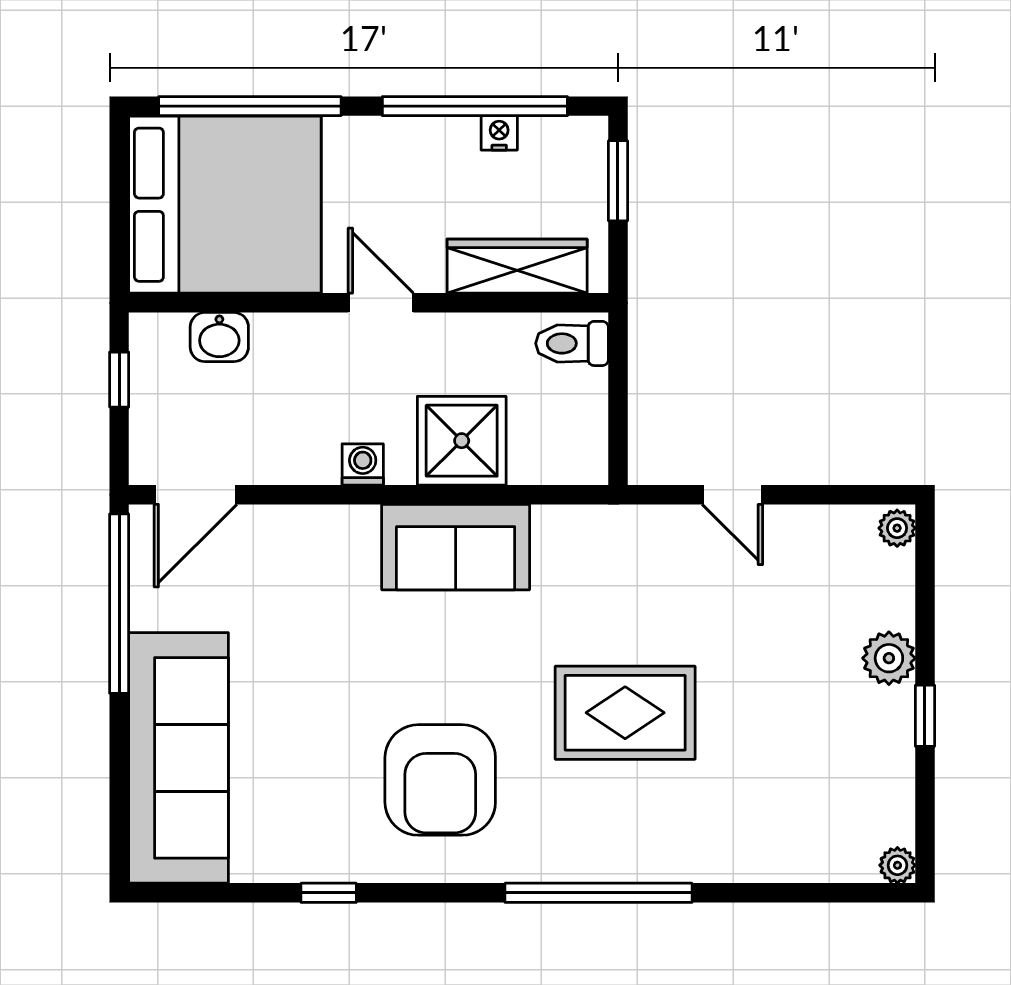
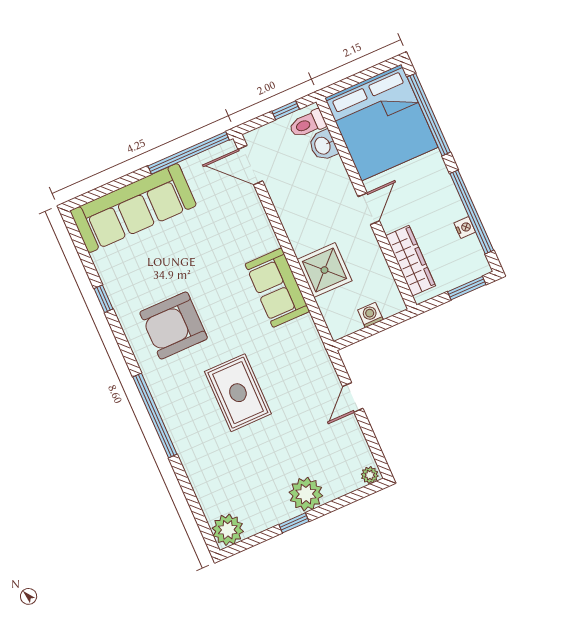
toilet: (572, 343) -> (307, 124), moved, turned -90
washing machine: (363, 464) -> (370, 315), moved, turned -90
plant: (889, 658) -> (306, 494), width x1.36, depth x1.36
plant: (897, 865) -> (228, 530), width x1.88, depth x1.88

